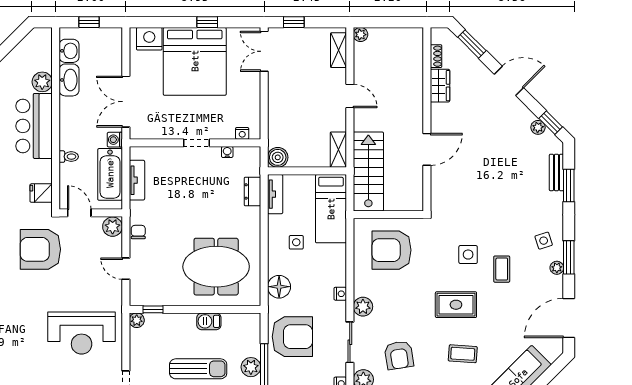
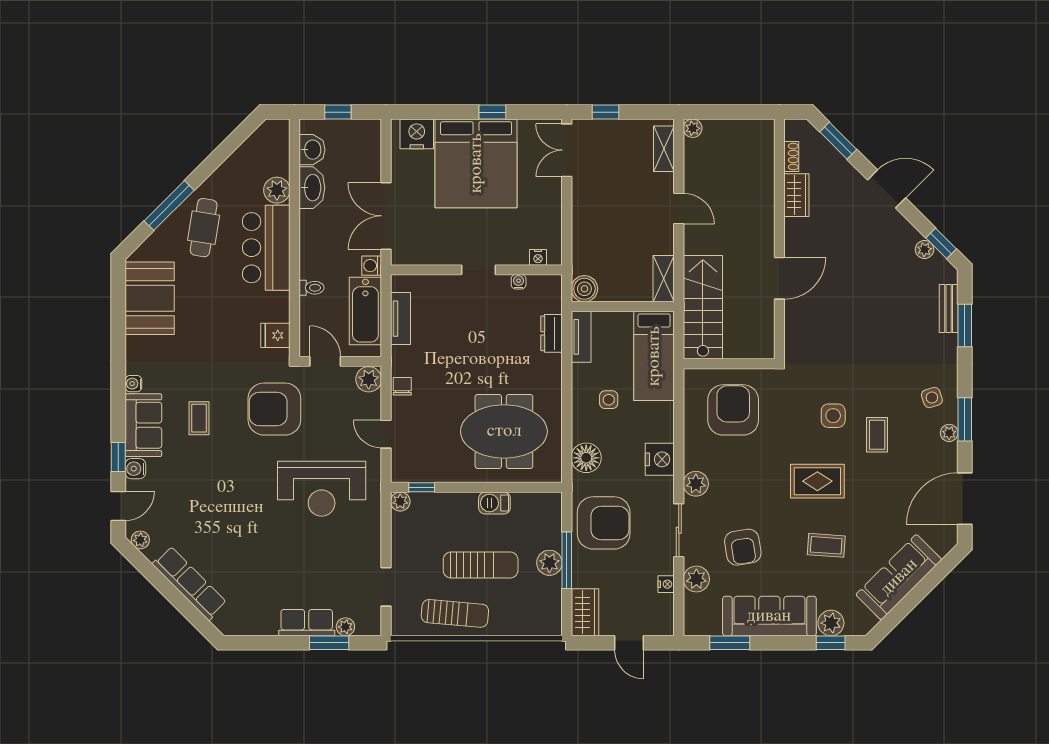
armchair: (392, 250) -> (733, 410), turned 90
nightstand: (340, 294) -> (660, 459), width x1.89, depth x1.79
reception desk: (82, 333) -> (322, 489), moved

